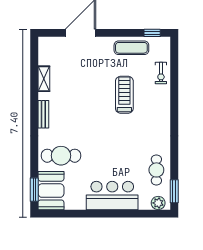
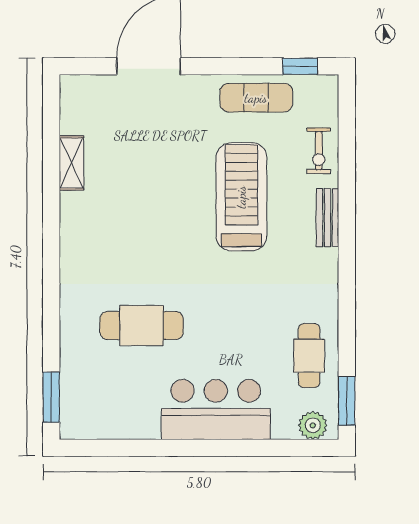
treadmill: (124, 95) -> (241, 197), width x1.37, depth x1.38
bench: (43, 114) -> (328, 218), moved
cafe table: (61, 156) -> (142, 326), moved
booth: (51, 191) -> (86, 399), removed

